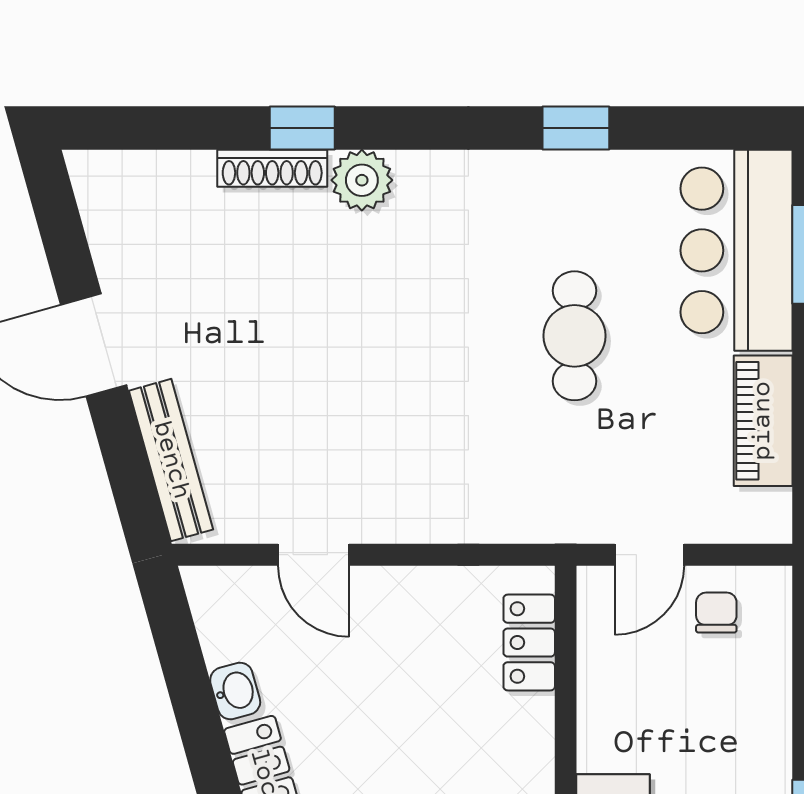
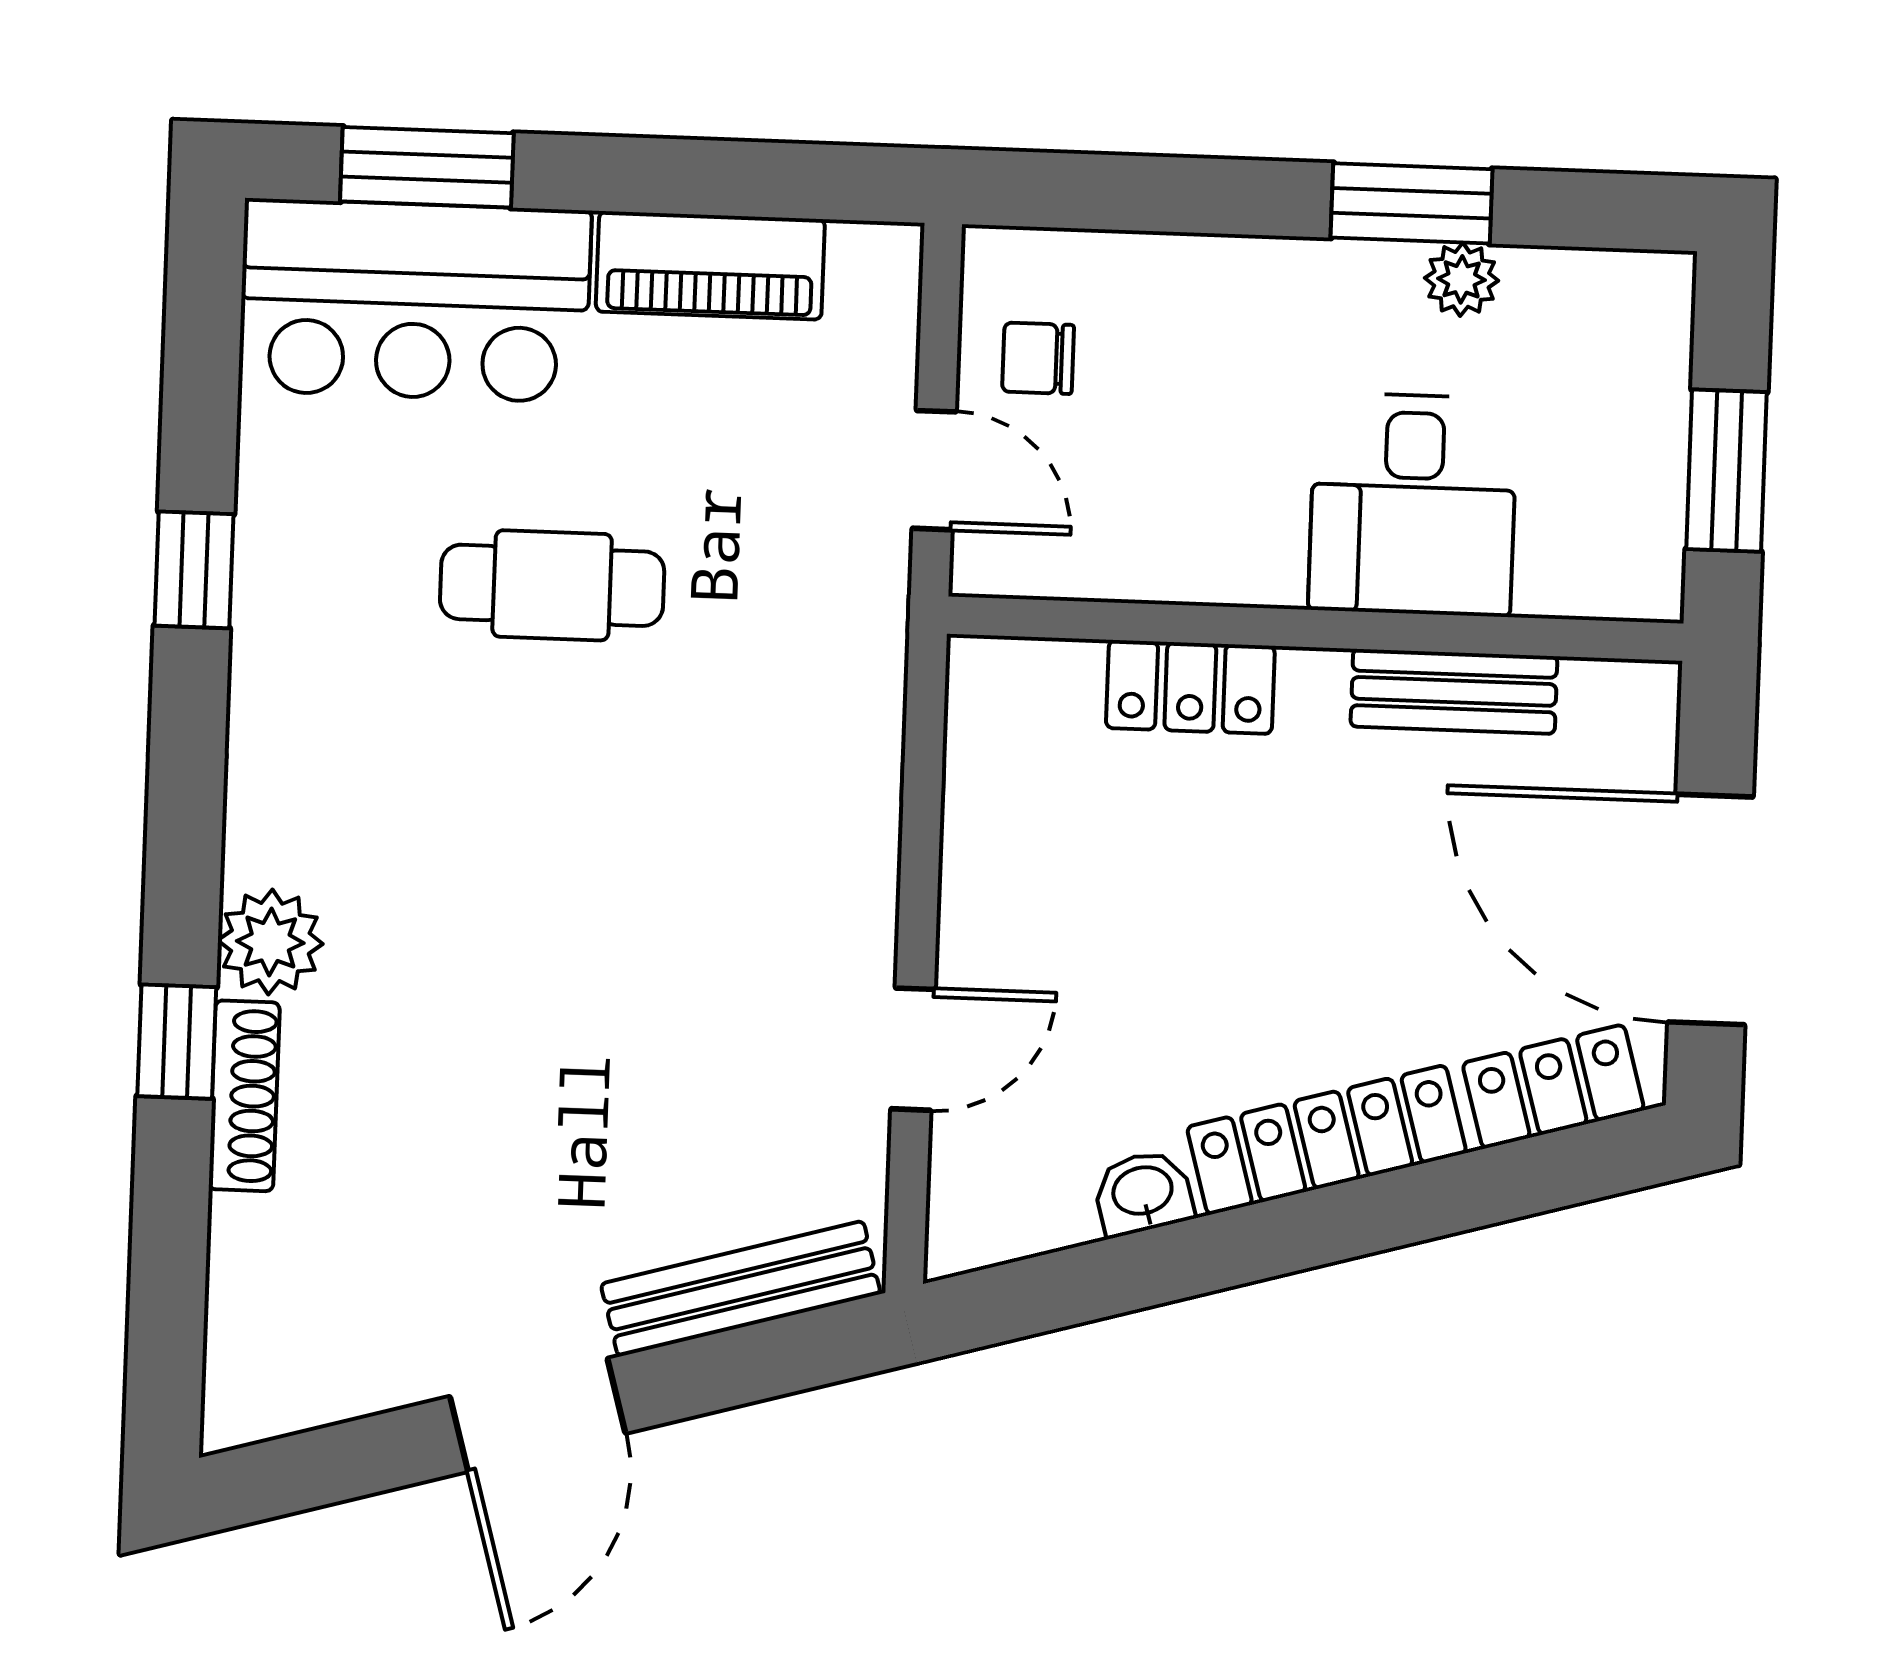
locker: (529, 643) -> (1190, 687), moved

